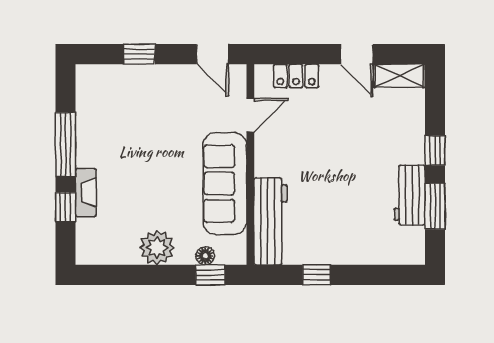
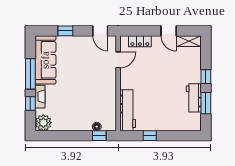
sofa: (225, 184) -> (45, 60), moved, turned 180
plant: (157, 248) -> (43, 123), moved

